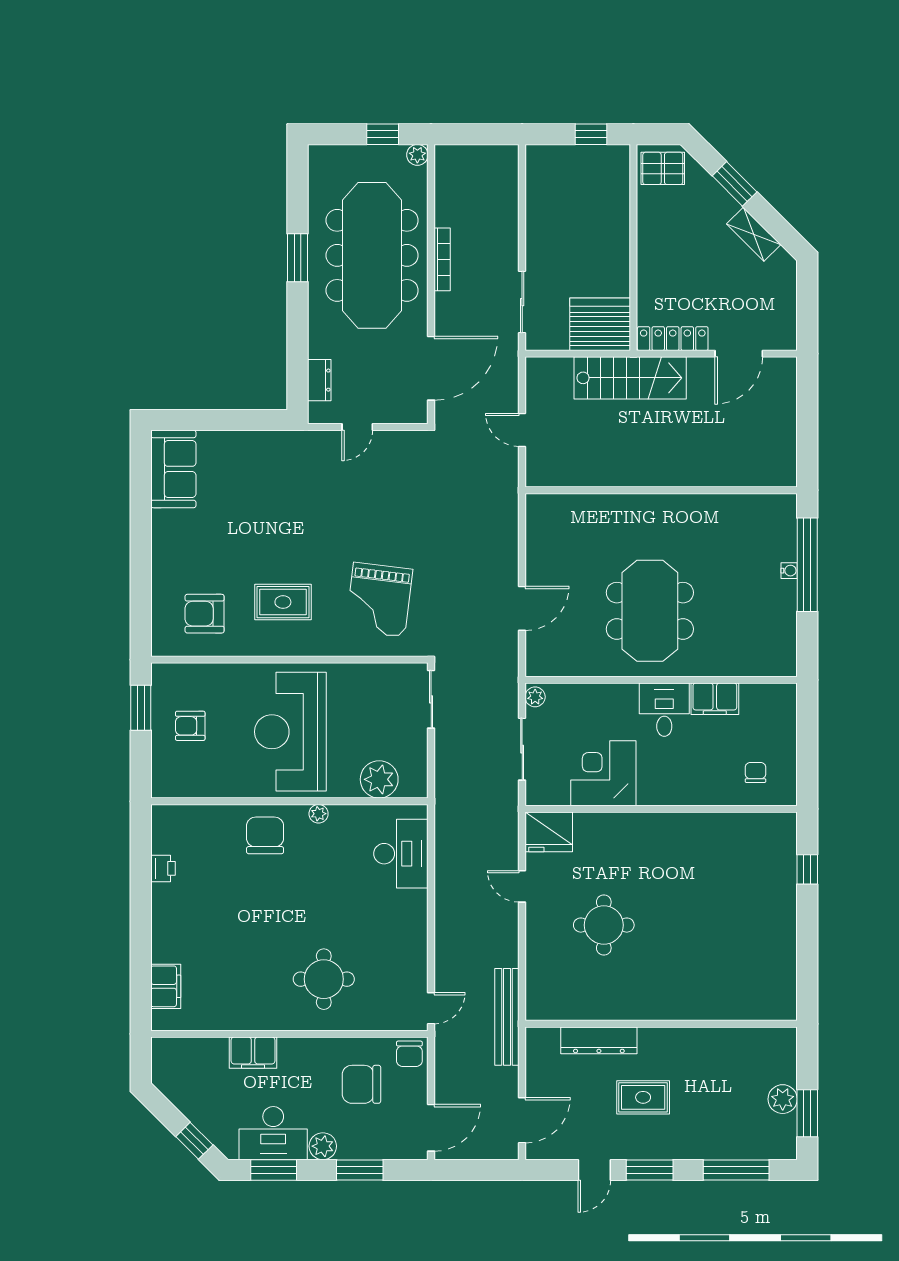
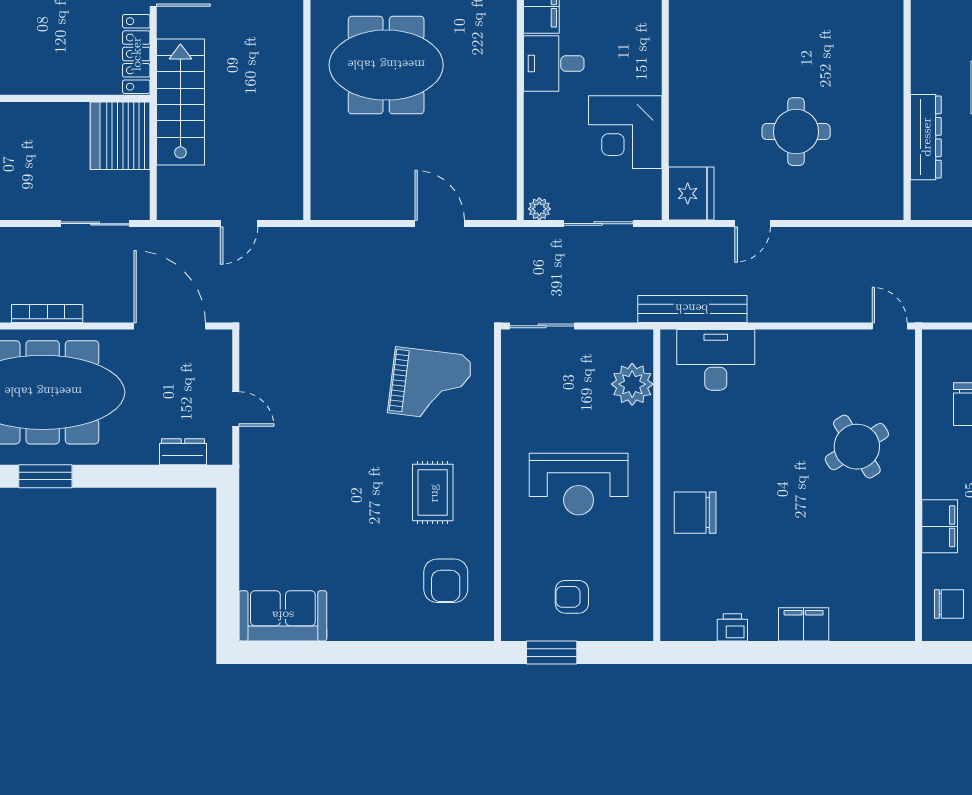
meeting table: (650, 611) -> (386, 65), moved
armchair: (190, 726) -> (572, 597), turned 90
reception desk: (290, 732) -> (579, 484), width x0.74, depth x0.77
plant: (319, 814) -> (671, 453), removed
round table: (324, 979) -> (857, 447), turned -32
filing cabinet: (166, 986) -> (804, 624), moved
bench: (507, 1017) -> (692, 309), moved
chair: (409, 1054) -> (949, 604), moved

